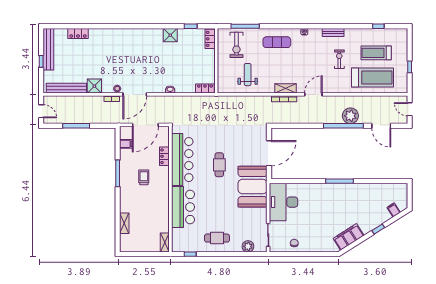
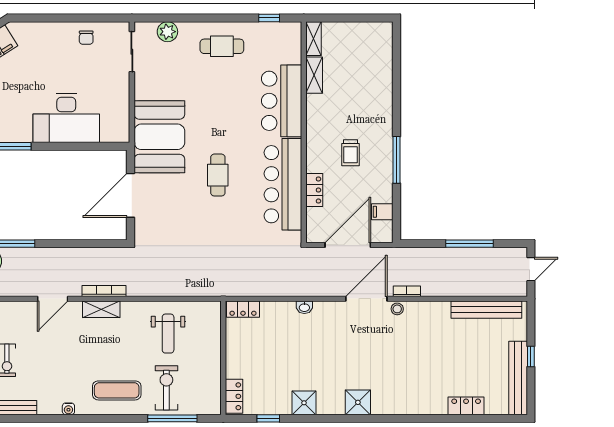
exercise bike: (236, 45) -> (166, 388), moved
shower: (94, 86) -> (358, 402), moved
door: (41, 111) -> (531, 269), swing flipped
desk: (284, 202) -> (66, 118), moved, turned 90
shelving: (124, 223) -> (314, 75), moved

